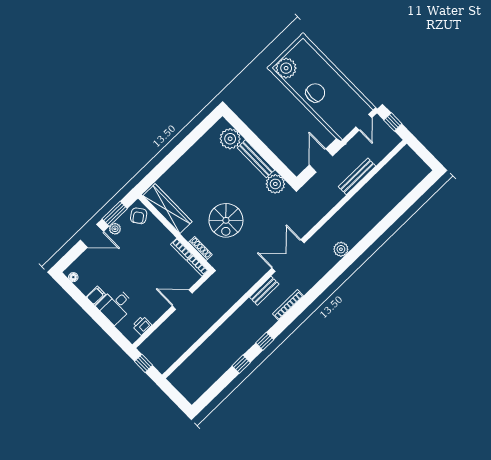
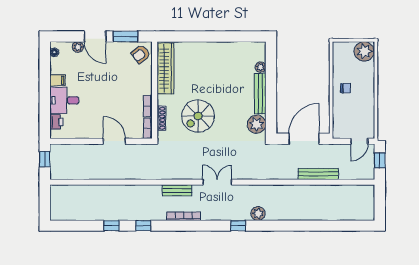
plant: (286, 68) -> (364, 51), moved
chair: (315, 93) -> (346, 88), width x0.54, depth x0.54
plant: (230, 139) -> (261, 67), width x0.53, depth x0.53
door: (321, 160) -> (304, 139), width x1.36
plant: (115, 229) -> (78, 47), moved
double door: (288, 256) -> (217, 182), width x0.73
window: (335, 273) -> (238, 226), added
printer: (142, 326) -> (56, 122), moved, turned 90

